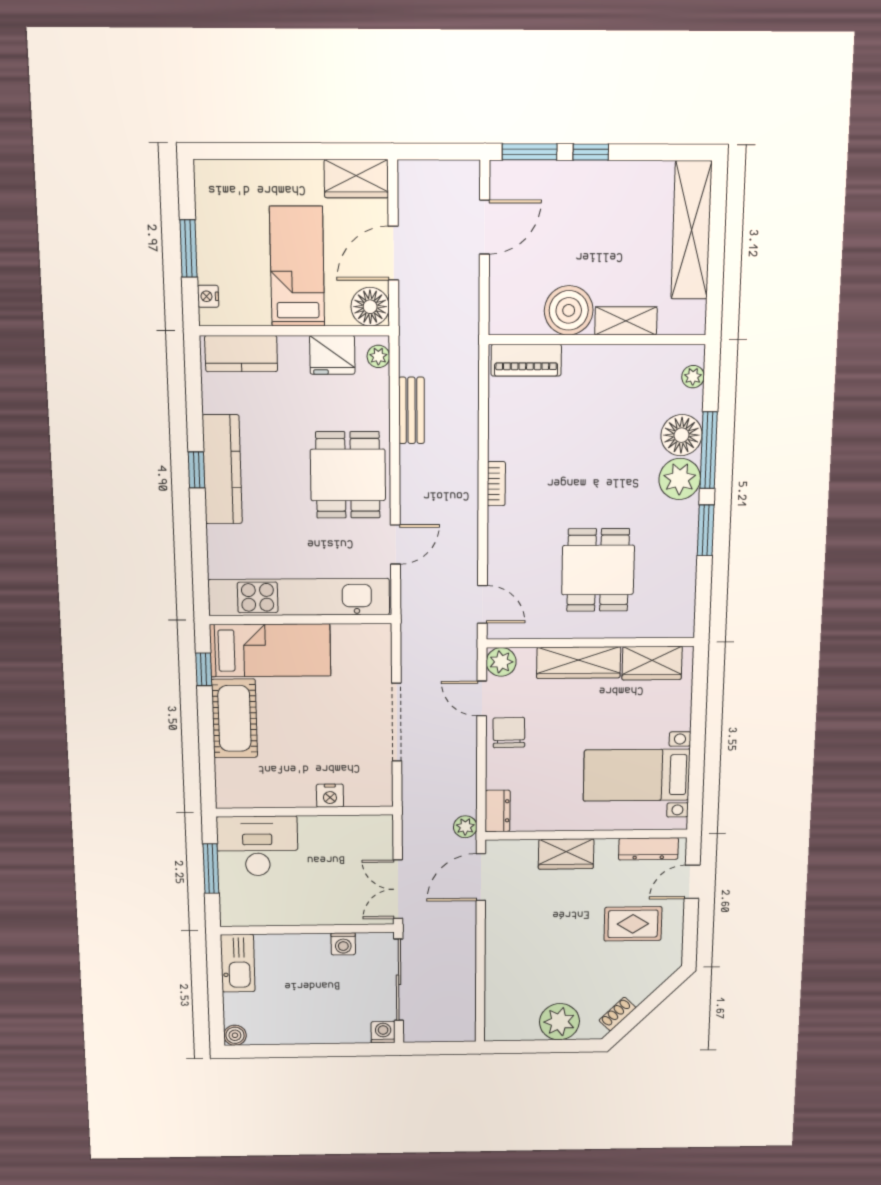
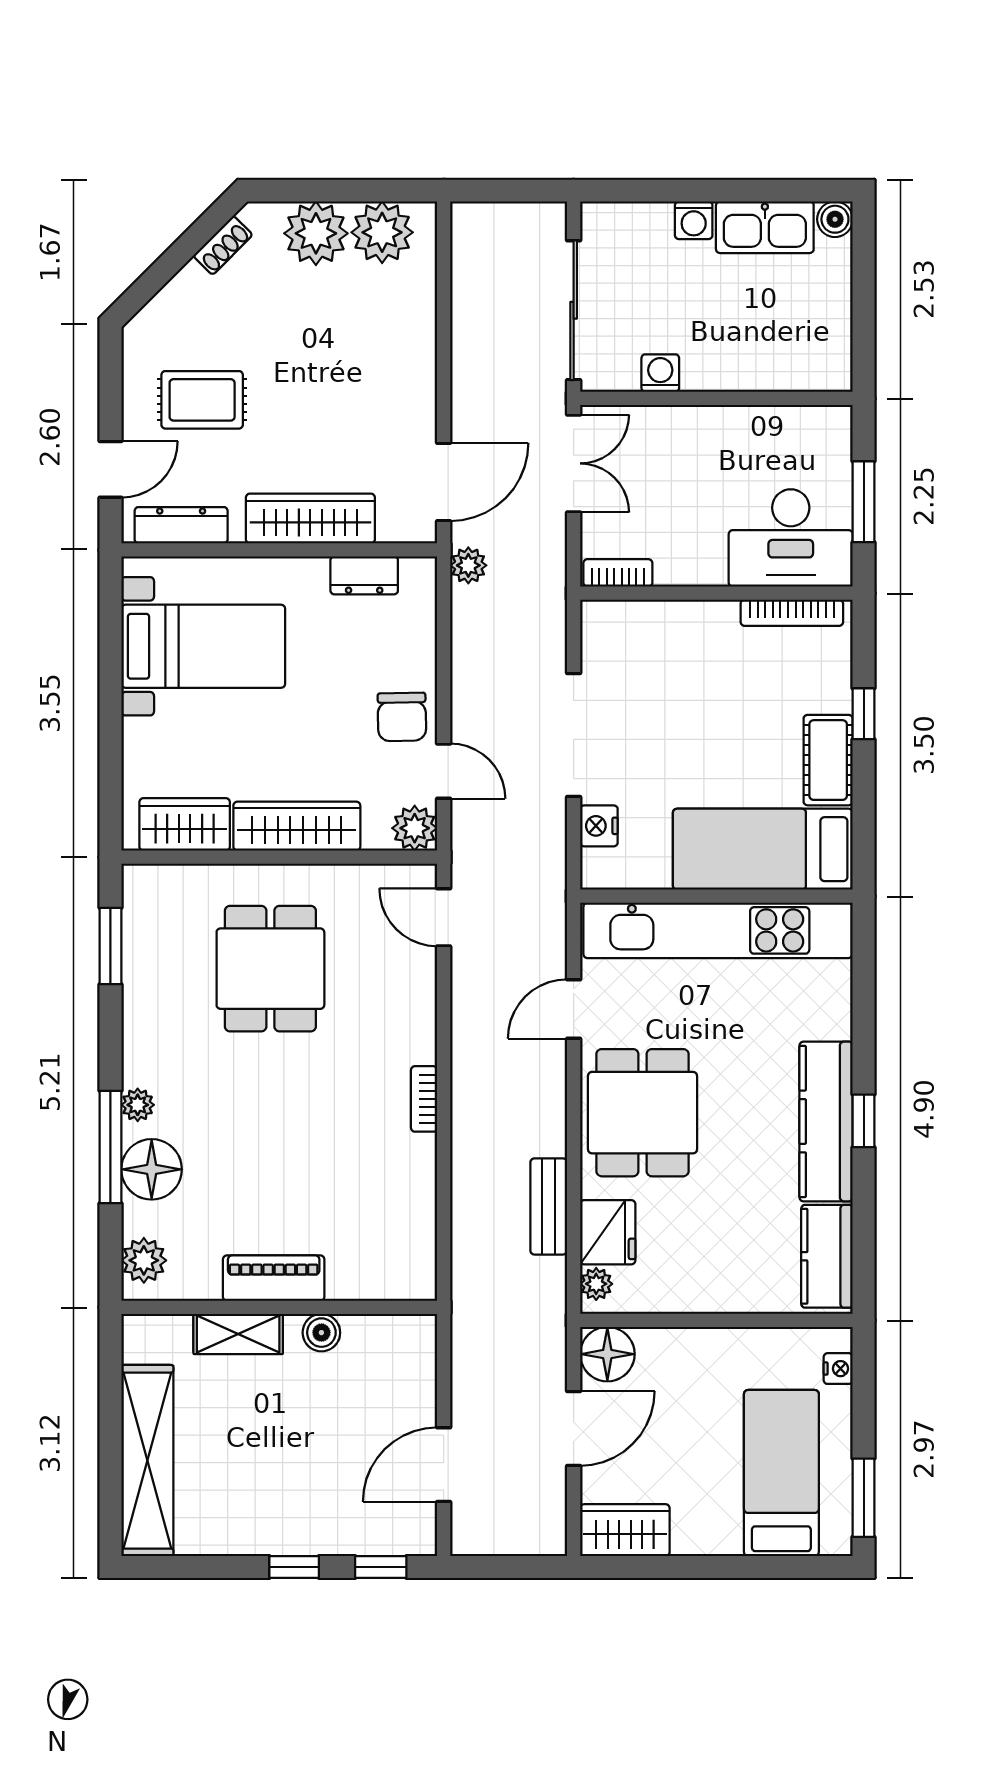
window: (530, 152) -> (381, 1567), width x0.67
window: (189, 248) -> (864, 1498), moved
bed: (297, 267) -> (781, 1473), moved, turned 180
boiler: (569, 310) -> (321, 1333), width x0.54, depth x0.54
kitchen counter: (241, 354) -> (827, 1256), moved, turned -90
fridge: (332, 355) -> (608, 1232), moved, turned 90
piano: (526, 360) -> (274, 1278), moved
plant: (693, 377) -> (144, 1260), width x1.38, depth x1.38
plant: (680, 479) -> (138, 1105), width x0.53, depth x0.53
window: (706, 530) -> (110, 946), moved
window: (204, 669) -> (864, 714), moved
cot: (234, 718) -> (828, 760), width x0.73, depth x0.75
nightstand: (330, 796) -> (599, 826), moved, turned -90
bookcase: (255, 800) -> (792, 613), added
dresser: (498, 811) -> (364, 575), moved, turned -90
bookcase: (369, 823) -> (618, 573), added
wardrobe: (566, 854) -> (310, 518), width x1.50
kitchen sink: (238, 963) -> (765, 227), moved, turned -90
plant: (518, 1023) -> (382, 232), added
washing machine: (383, 1032) -> (694, 220), moved

